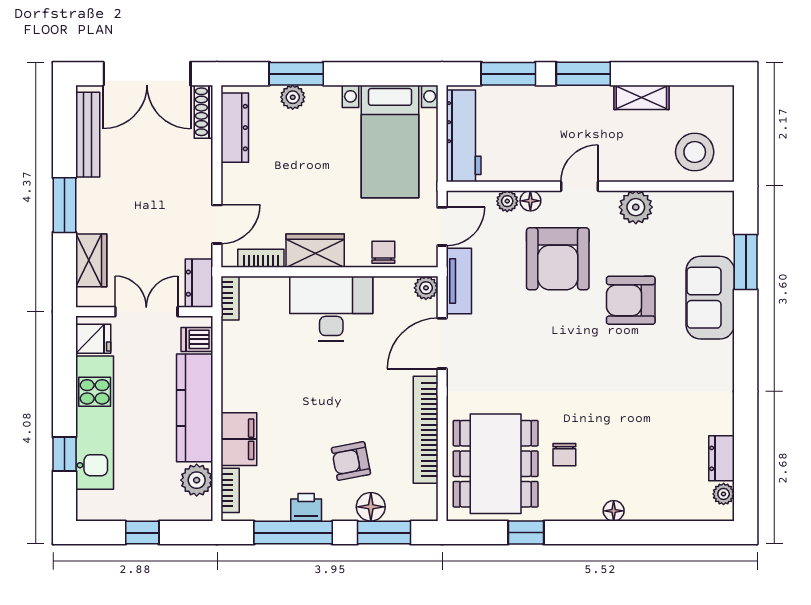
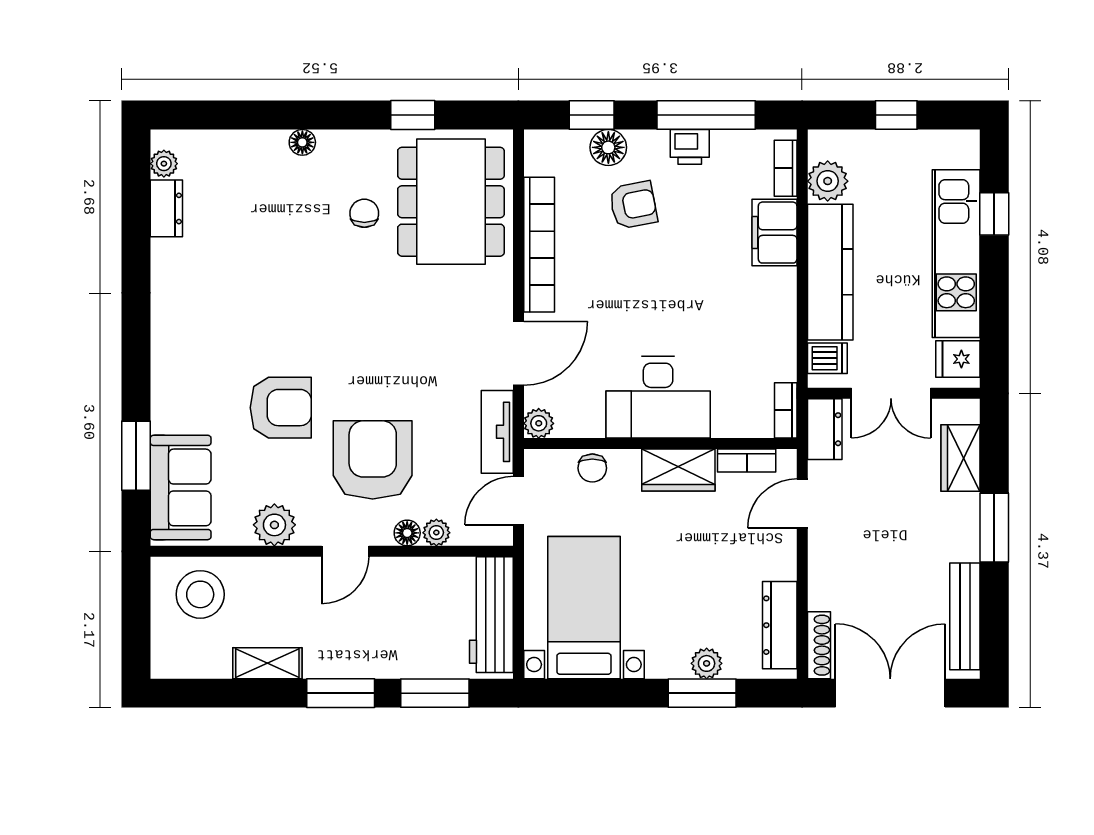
sofa: (710, 298) -> (181, 487), moved
window: (384, 533) -> (592, 115), width x0.67

